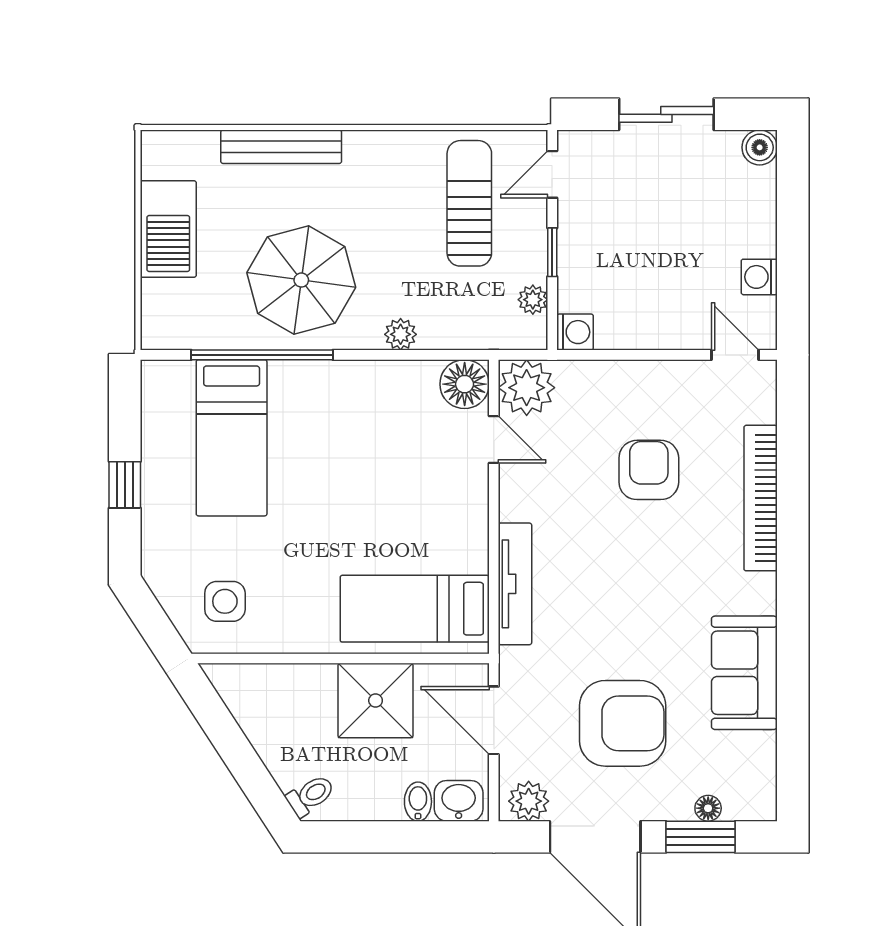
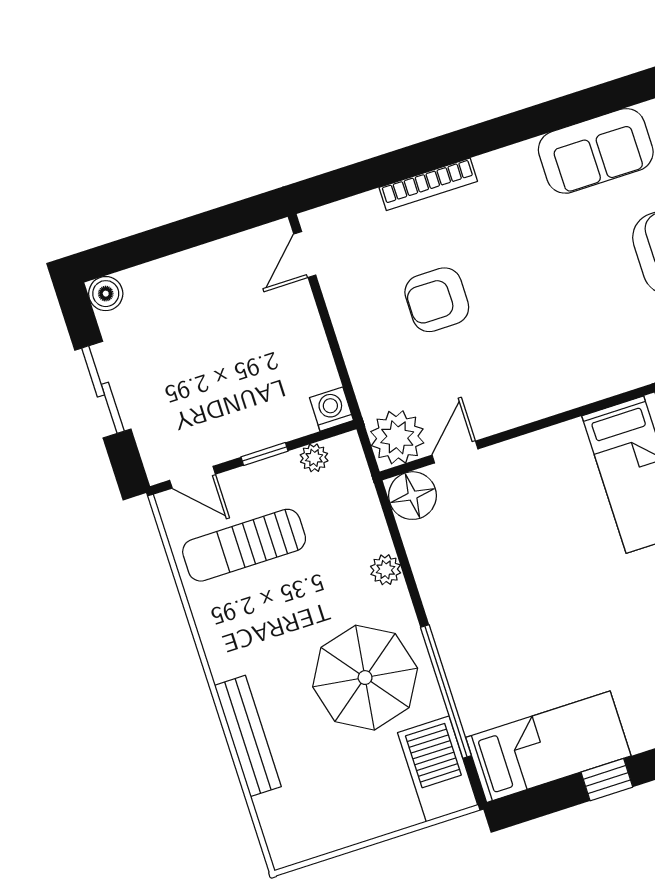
barbecue: (168, 229) -> (438, 769), moved, turned -90
washing machine: (759, 277) -> (225, 255), removed
bed: (232, 438) -> (548, 747), moved
bookcase: (761, 498) -> (428, 184), width x0.68, depth x0.76
tv unit: (515, 584) -> (582, 389), removed

